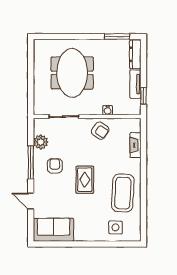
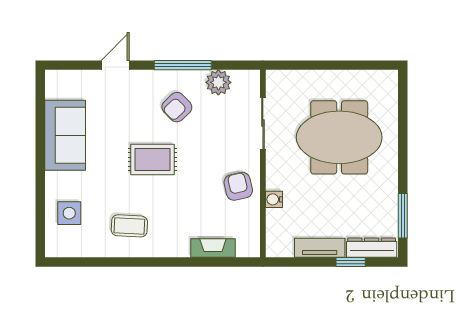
window: (143, 96) -> (351, 262), moved
armchair: (100, 131) -> (238, 186), turned 132
armchair: (55, 166) -> (177, 107), turned 136
coffee table: (123, 193) -> (129, 226), width x0.54, depth x0.58
sofa: (53, 230) -> (65, 135), moved

